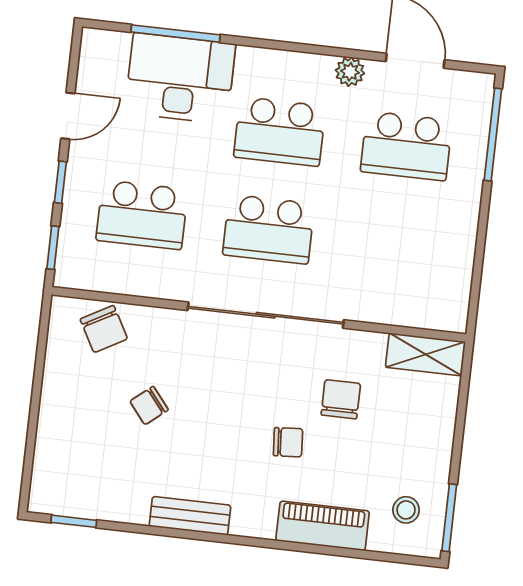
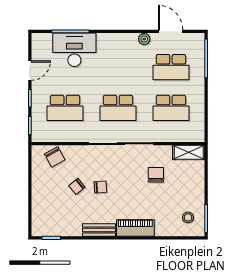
school desk: (280, 132) -> (171, 108), moved
chair: (288, 442) -> (100, 187), moved
piano: (323, 526) -> (135, 228), moved

